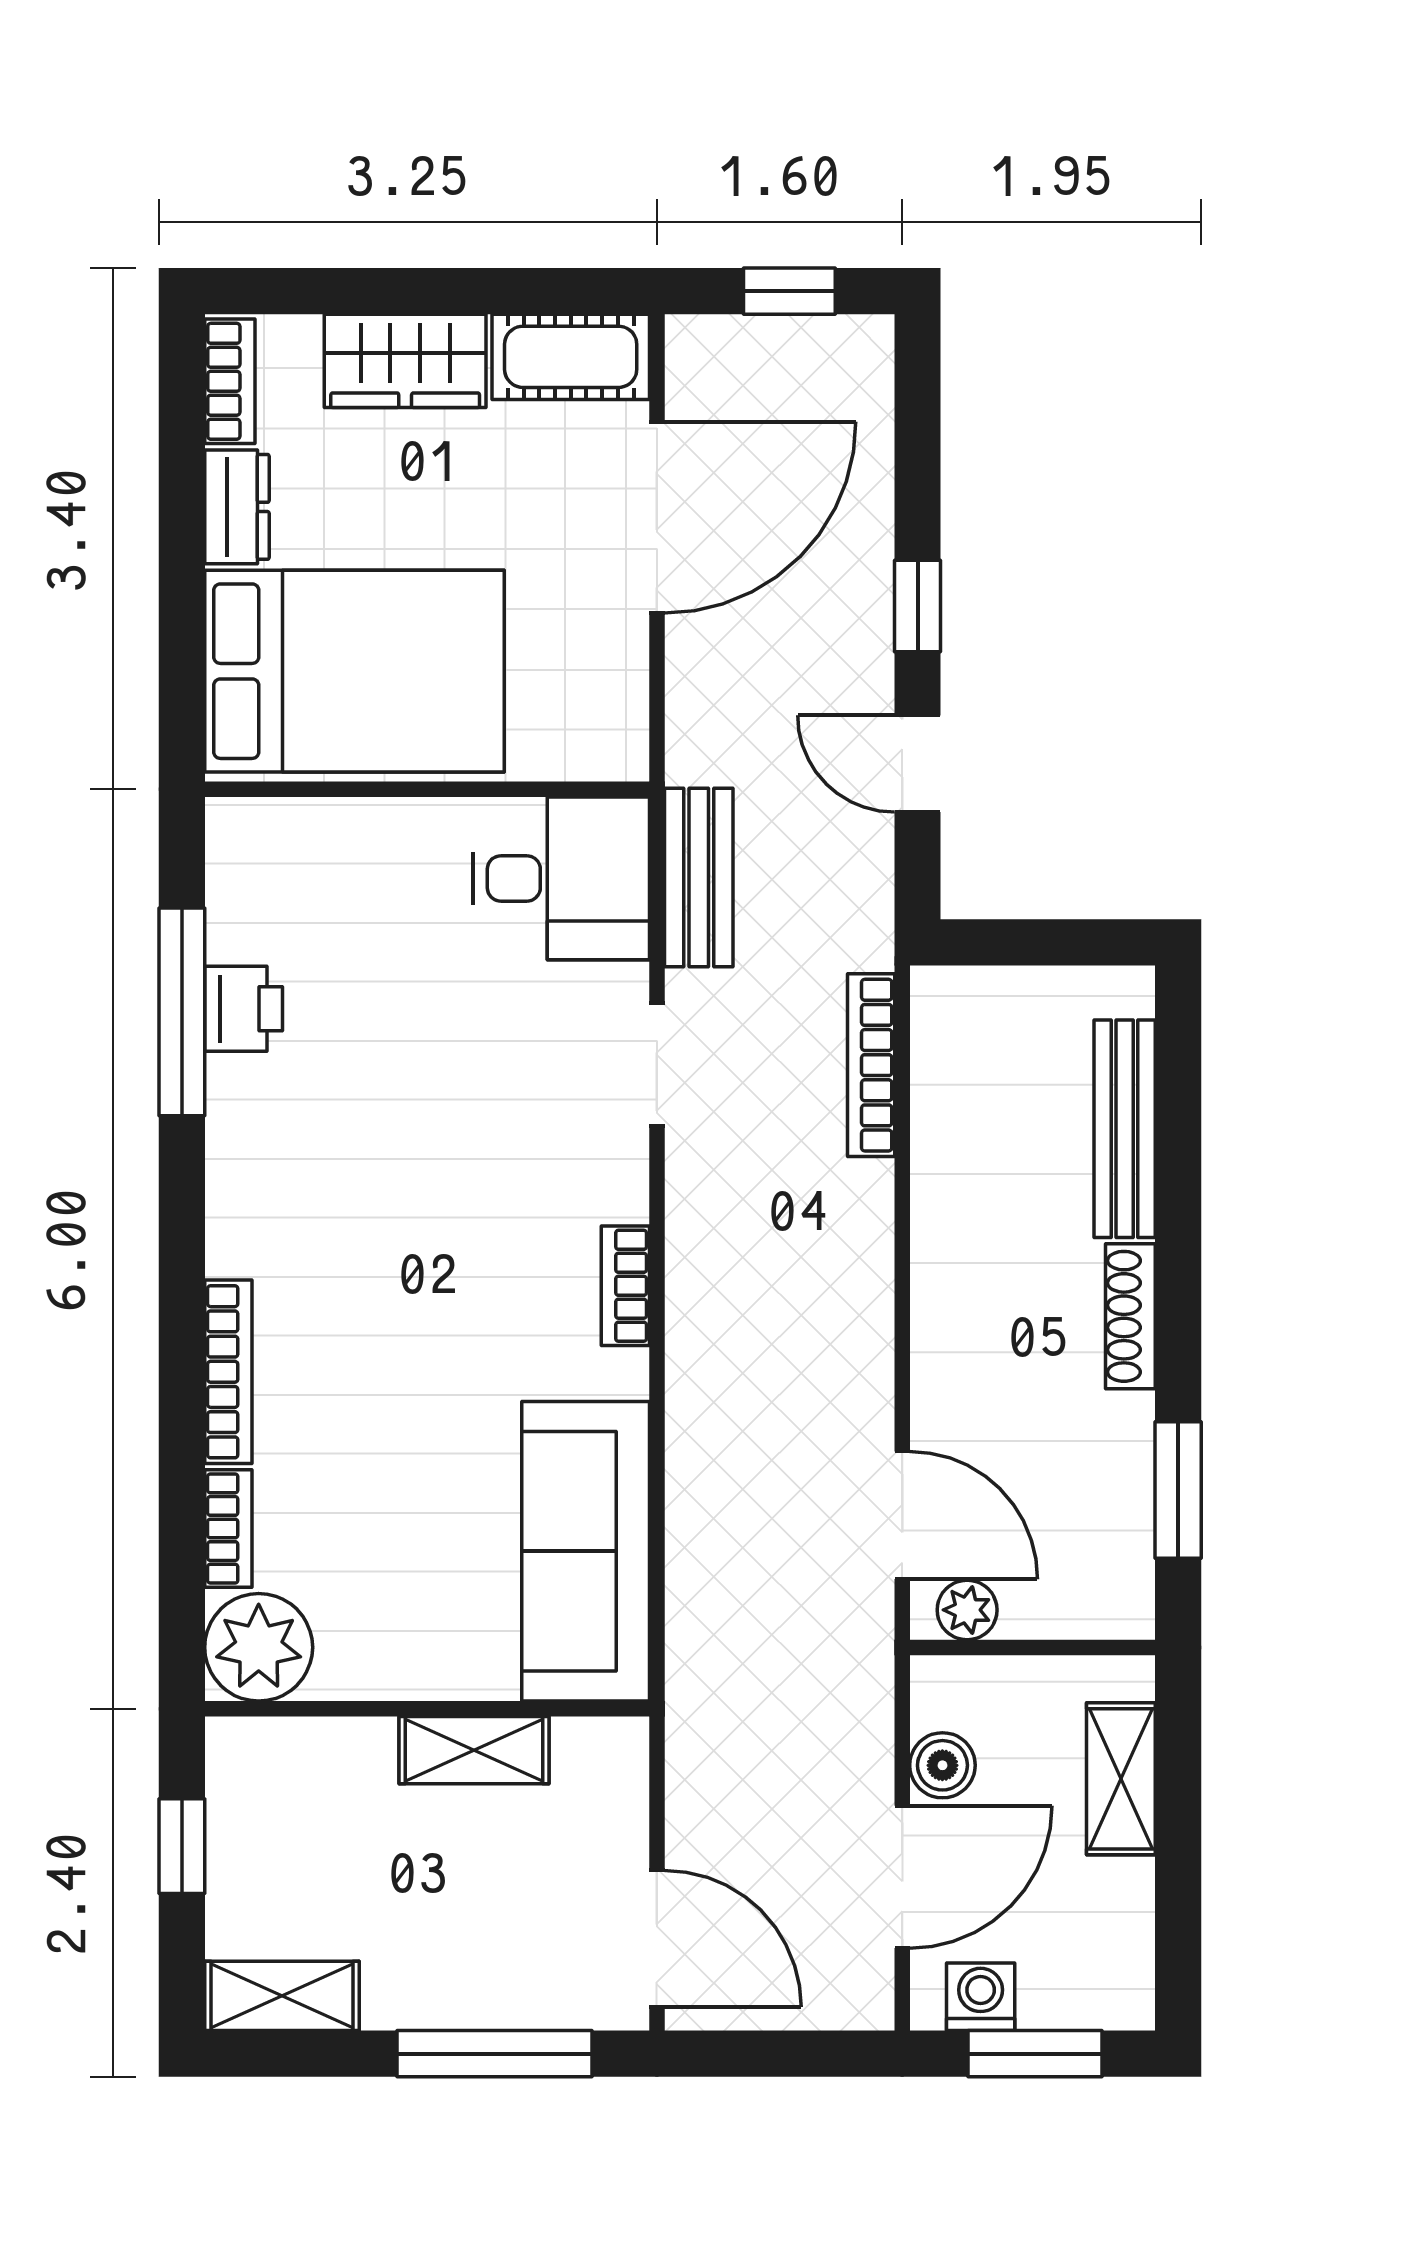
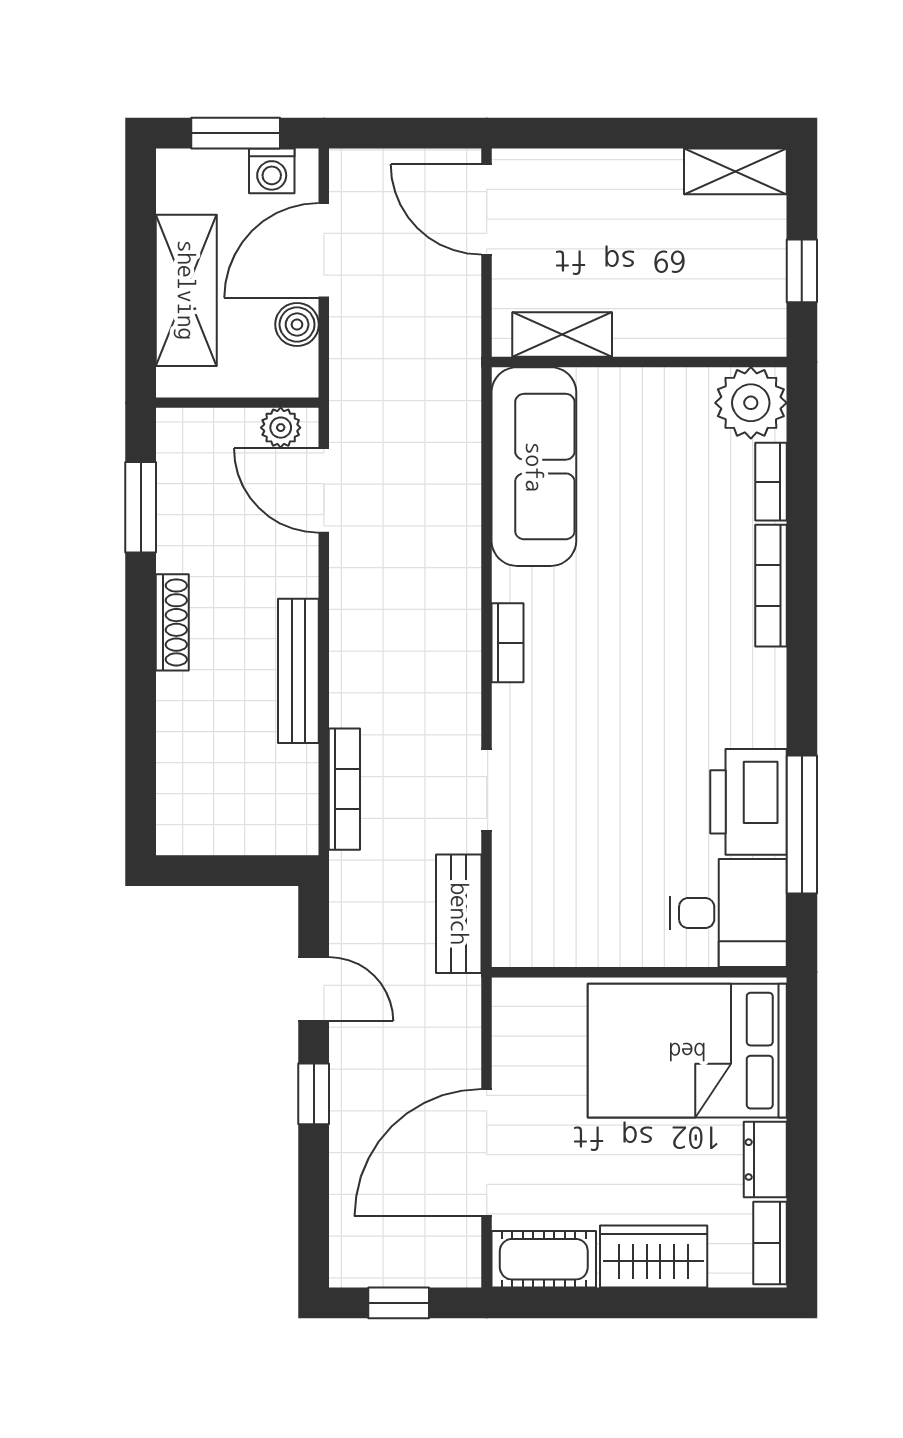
desk: (561, 878) -> (728, 913), moved, turned 180
printer: (244, 1009) -> (749, 802), width x1.87, depth x1.48
bench: (1125, 1129) -> (298, 671), moved
shelving: (474, 1750) -> (562, 335), moved
shelving: (1121, 1779) -> (186, 290), width x1.50, depth x1.33
window: (494, 2054) -> (594, 133), removed

